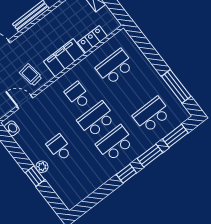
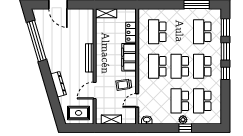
school desk: (78, 95) -> (157, 66), width x1.85
school desk: (59, 148) -> (180, 101), width x1.85
school desk: (78, 172) -> (202, 101), added

